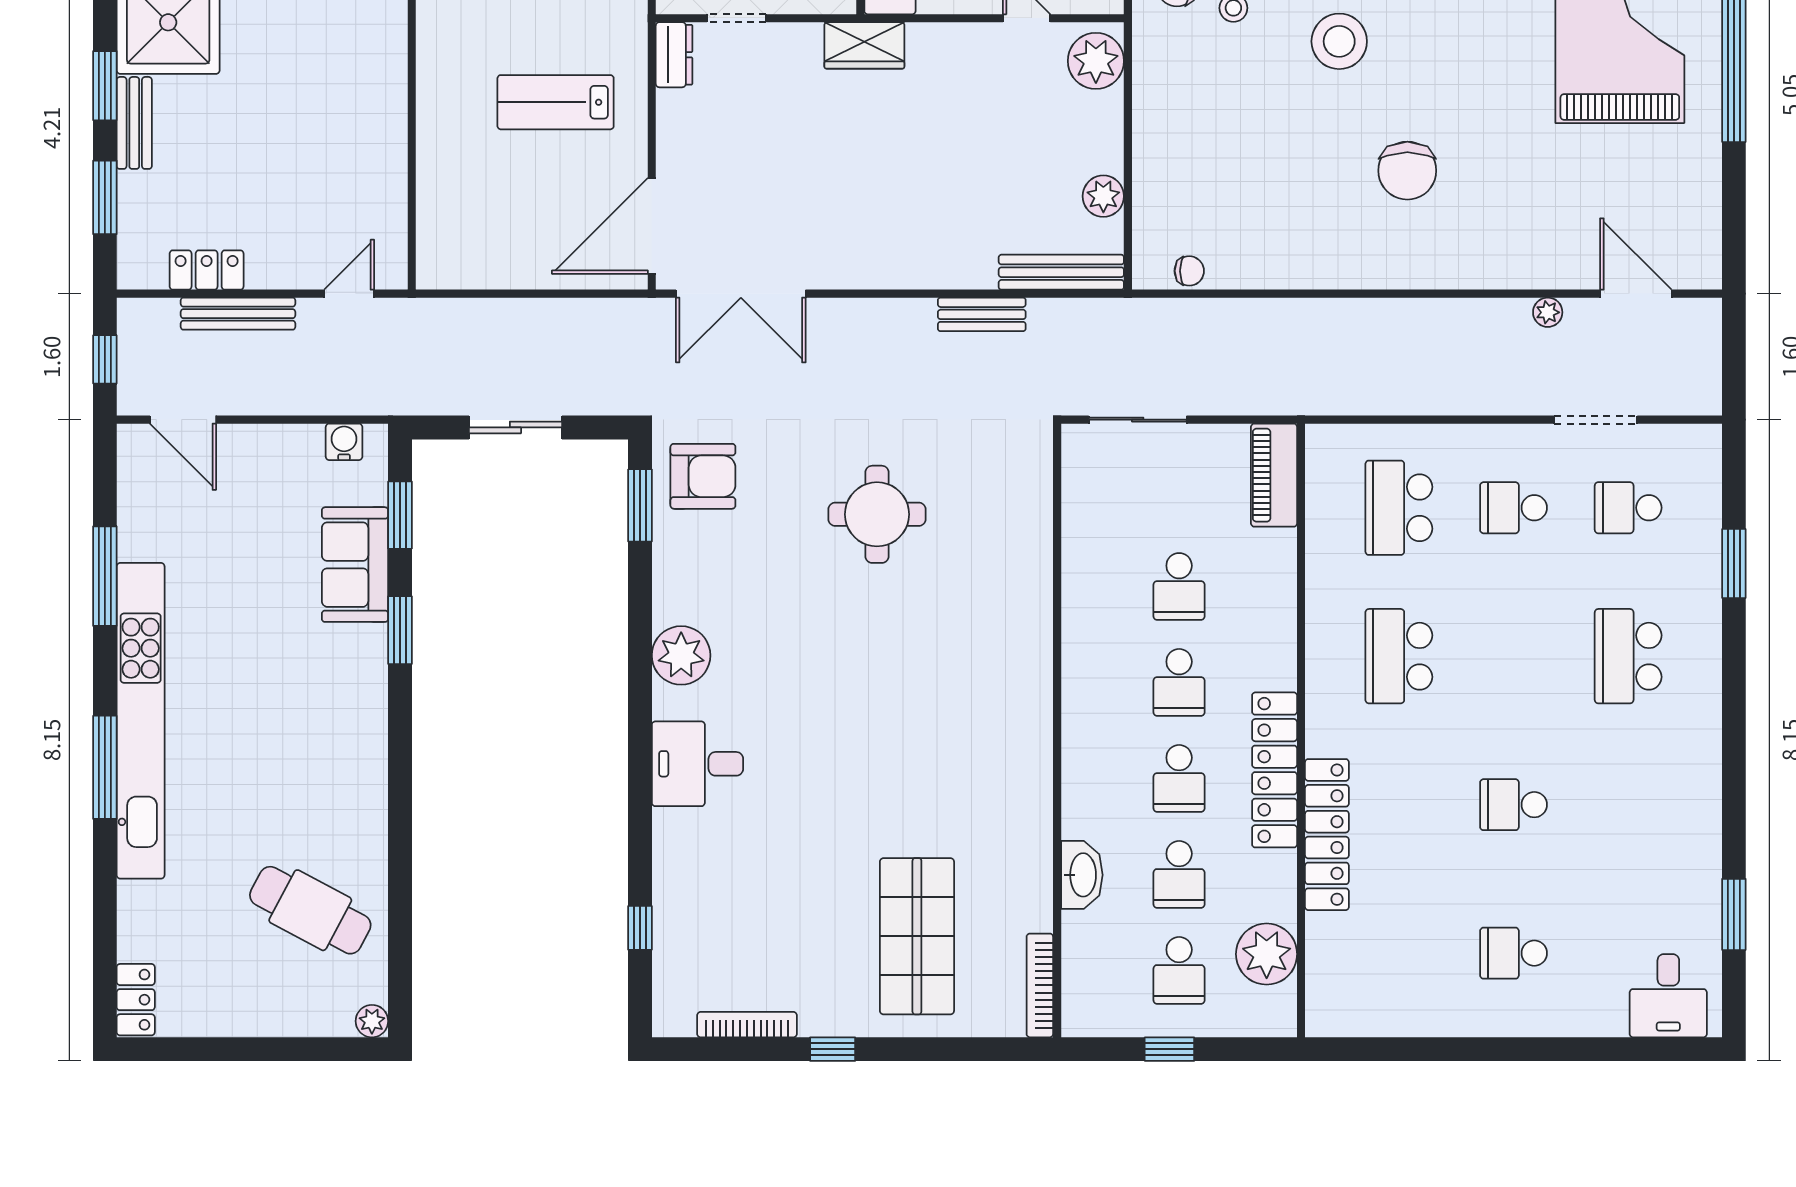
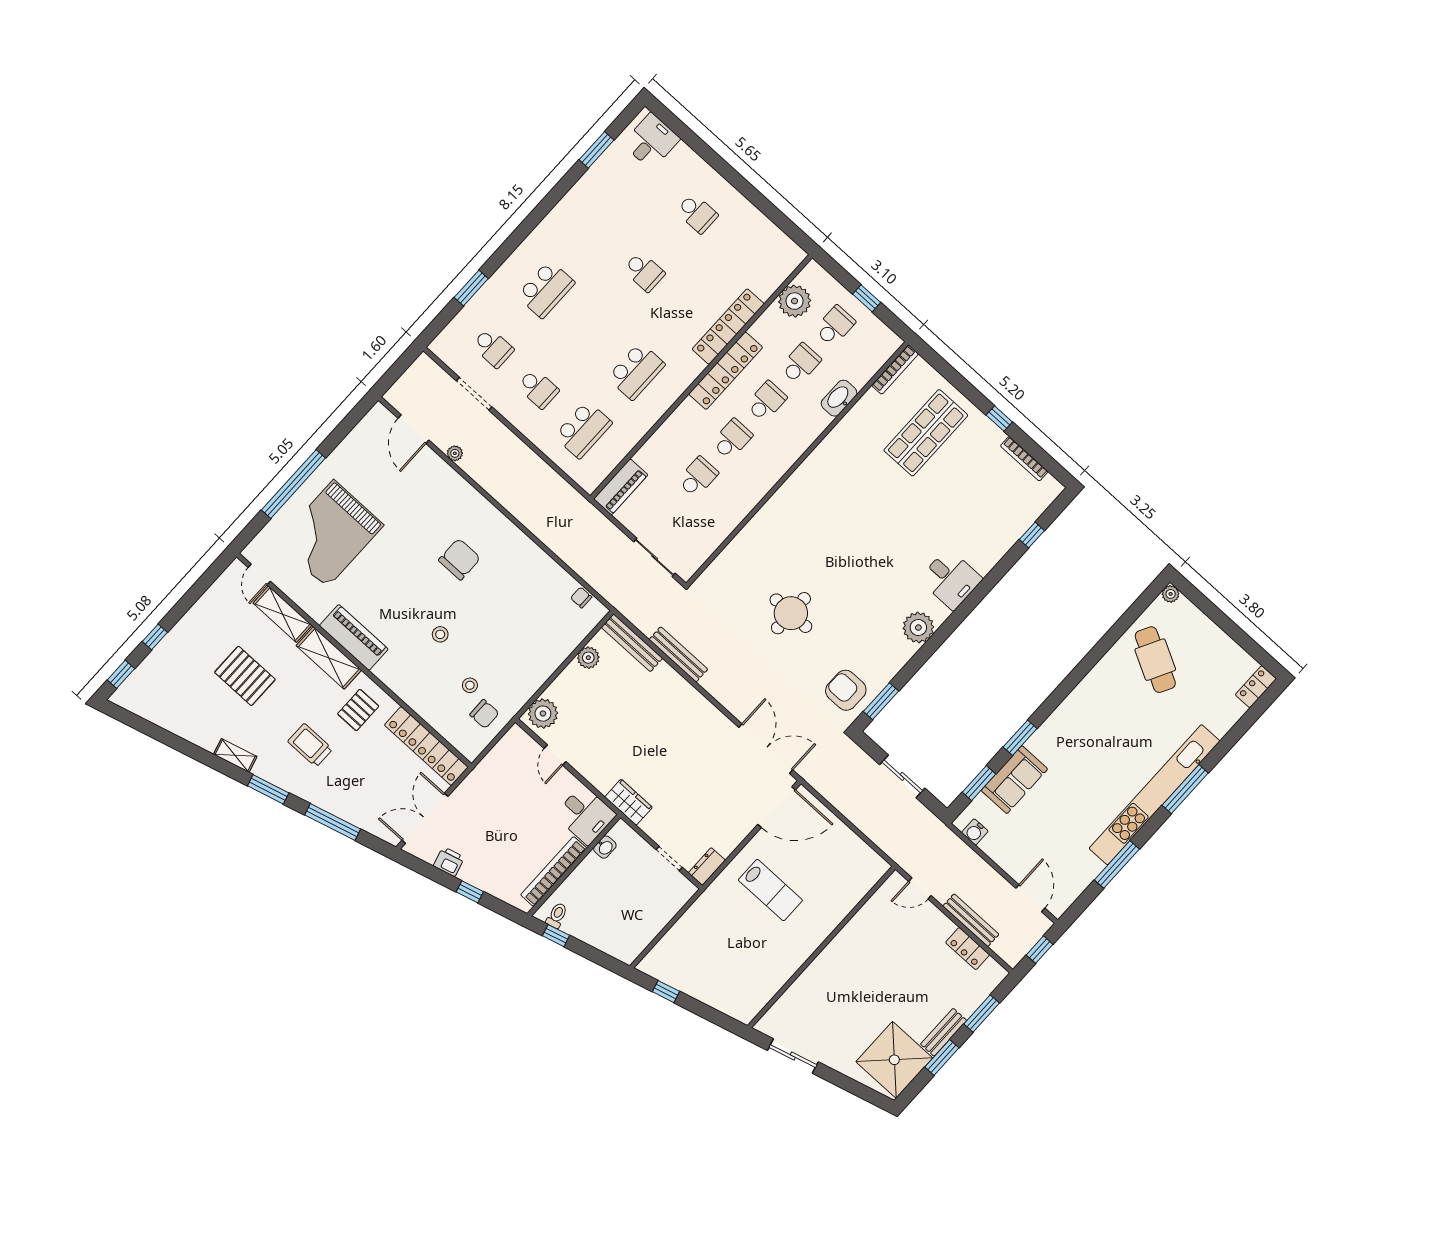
stool: (1339, 41) -> (440, 634), width x0.53, depth x0.53
bench: (982, 314) -> (678, 654), width x1.36

